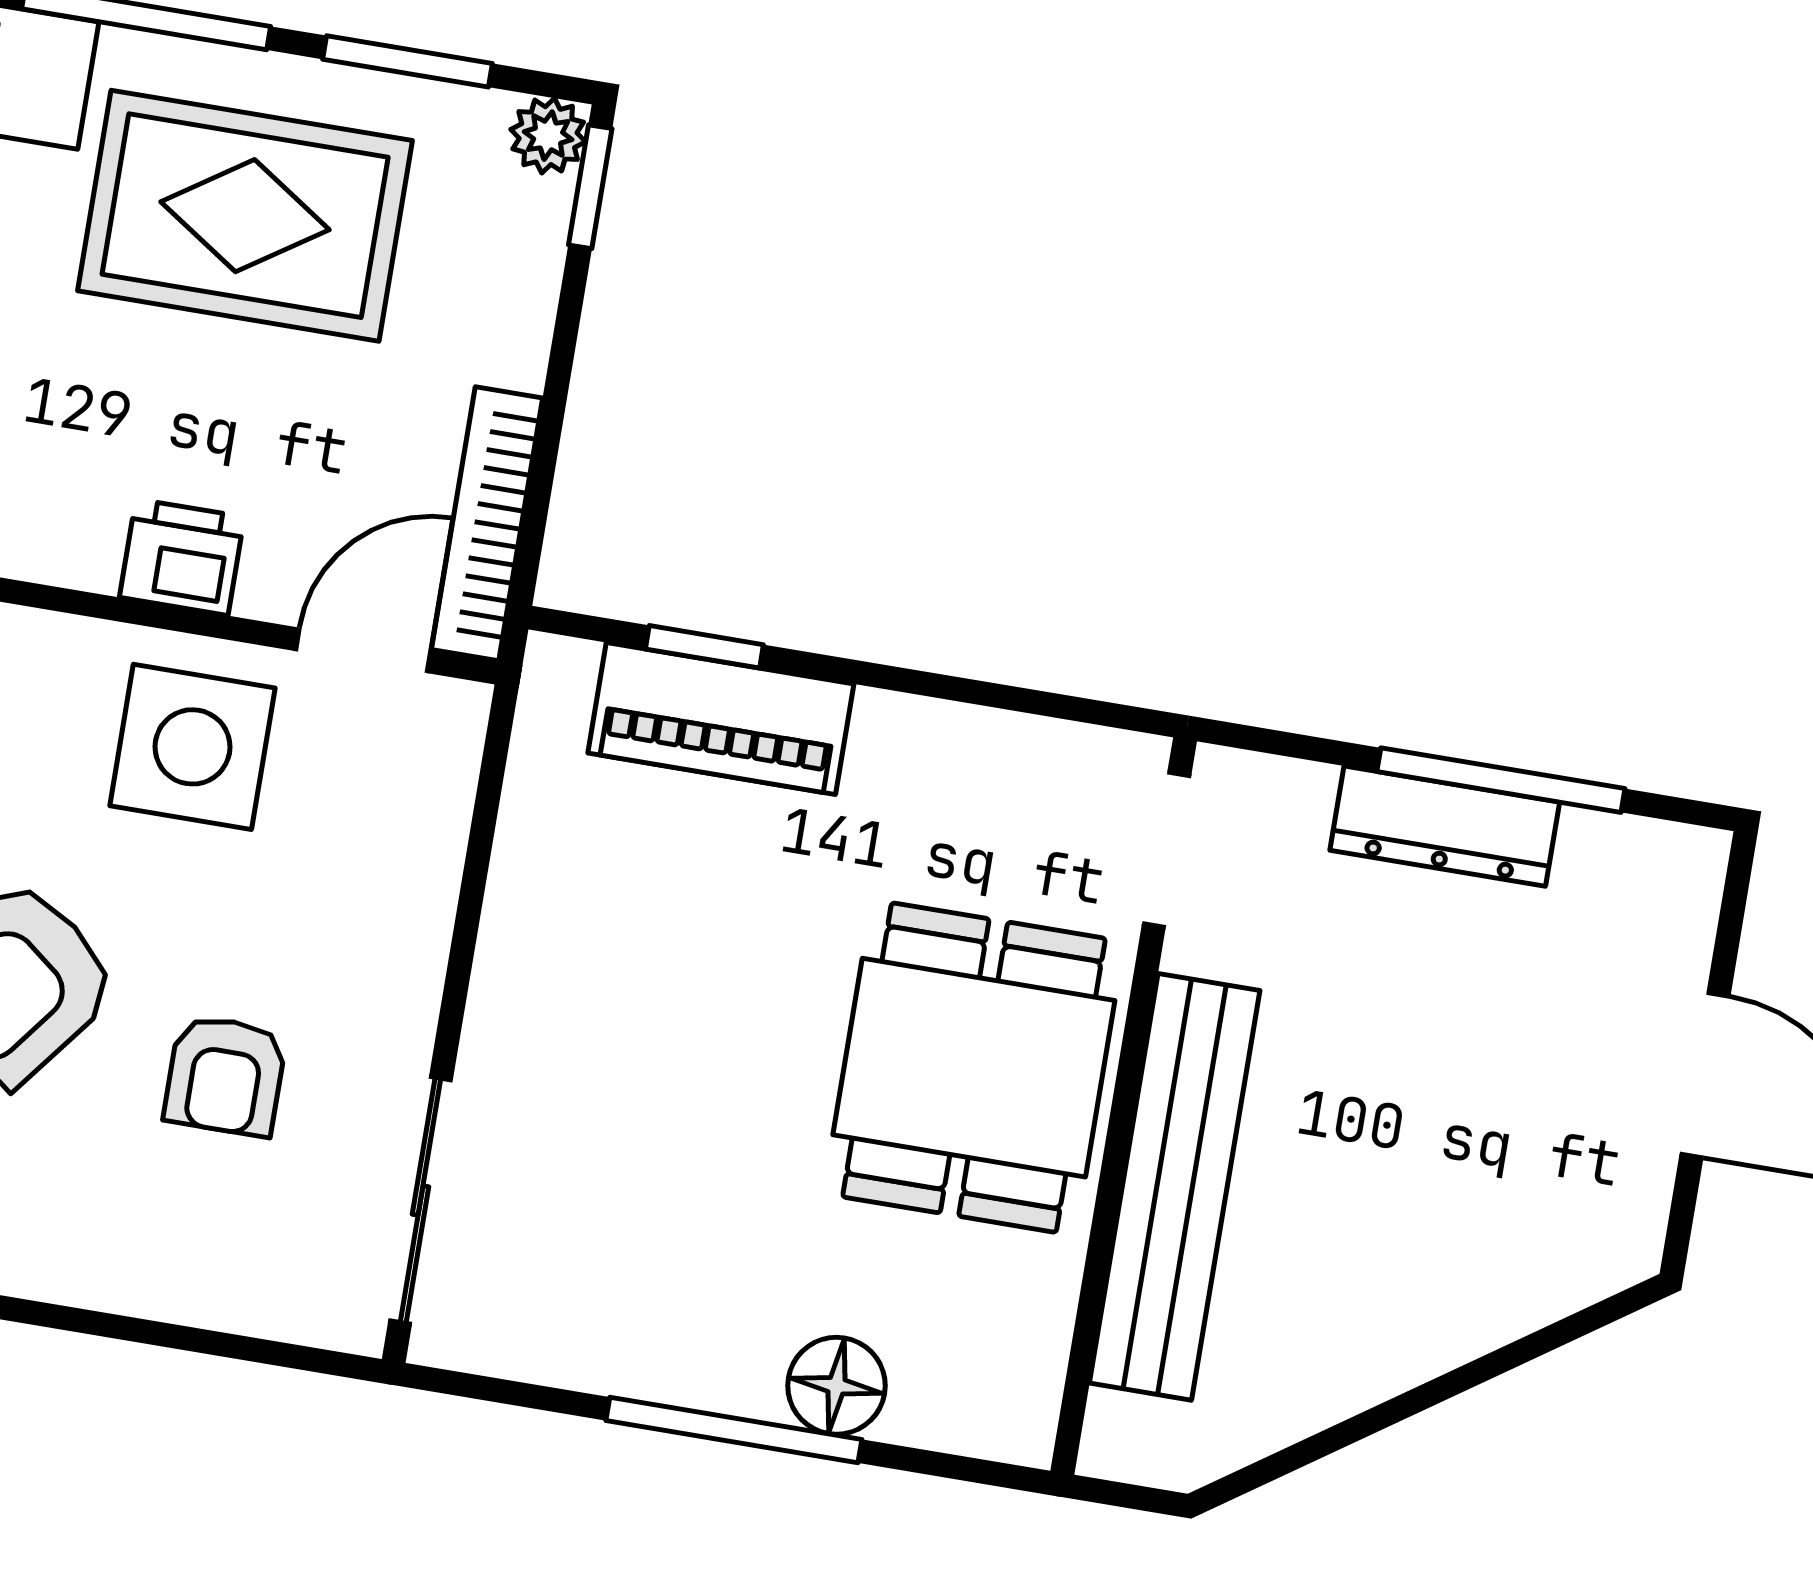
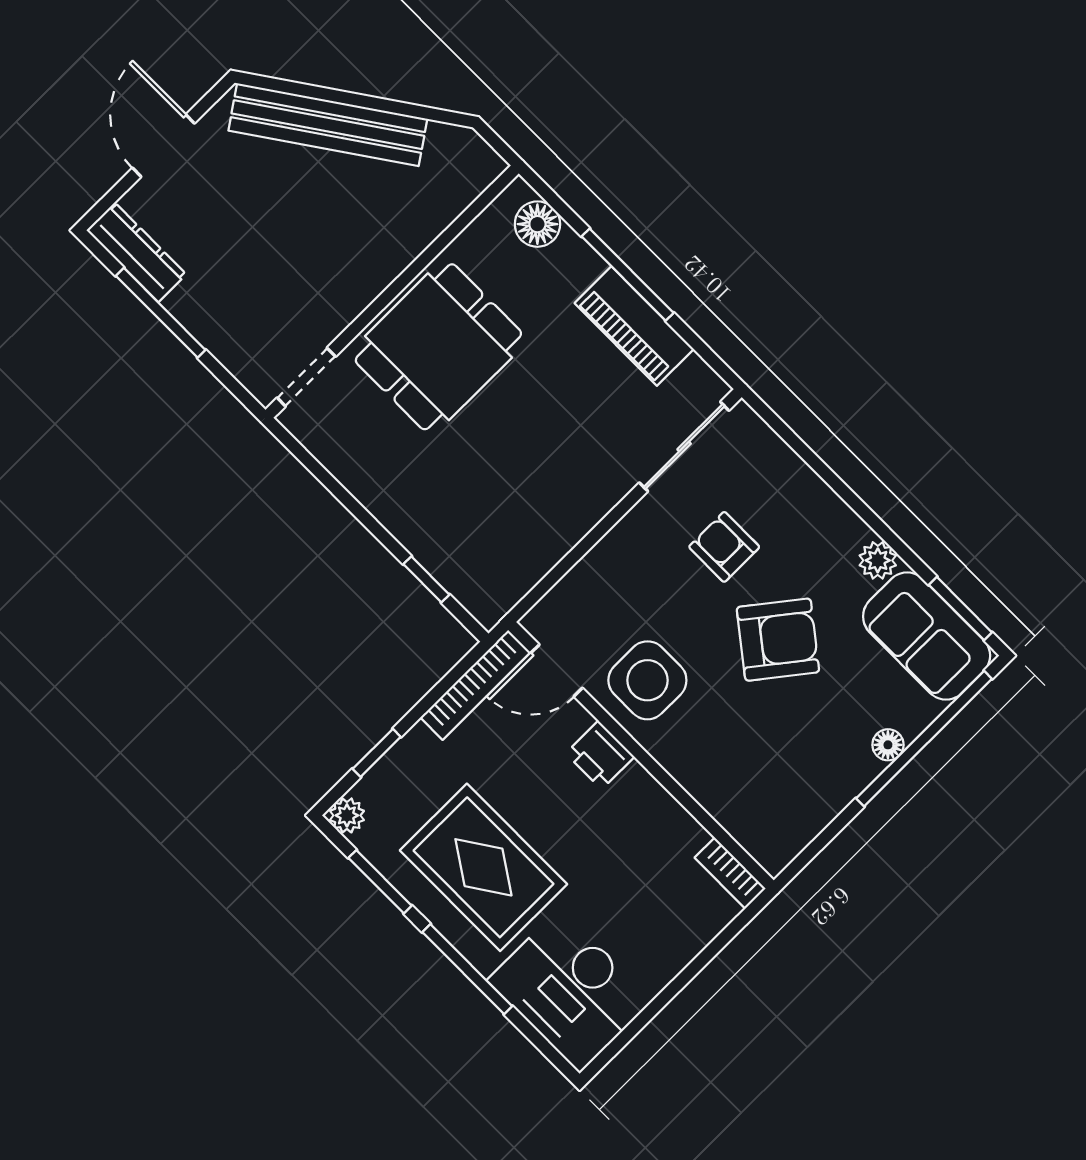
window: (590, 187) -> (377, 753), moved
piano: (721, 719) -> (634, 326), moved, turned 180
dresser: (1445, 826) -> (136, 252), moved
armchair: (225, 1075) -> (724, 547), turned -90
bench: (1175, 1187) -> (328, 125), moved, turned 56
floor lamp: (837, 1386) -> (537, 224), moved

